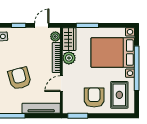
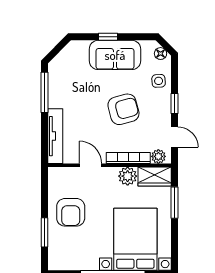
armchair: (20, 78) -> (123, 109), moved
rug: (119, 95) -> (74, 249), removed
armchair: (94, 97) -> (71, 212), turned 90
window: (78, 116) -> (44, 232), moved

